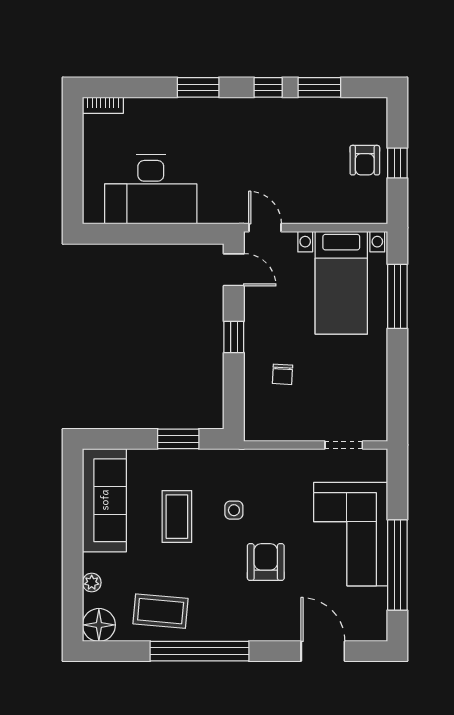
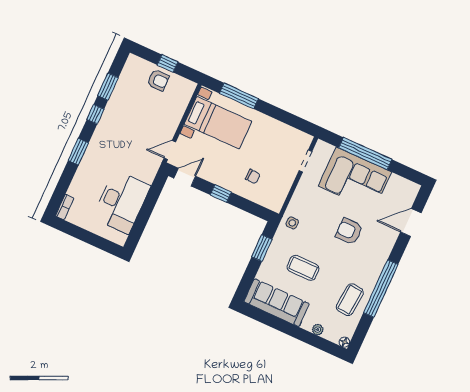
side table: (234, 510) -> (292, 223), moved
window: (397, 565) -> (365, 154), moved
floor lamp: (99, 625) -> (344, 342), width x0.53, depth x0.53

